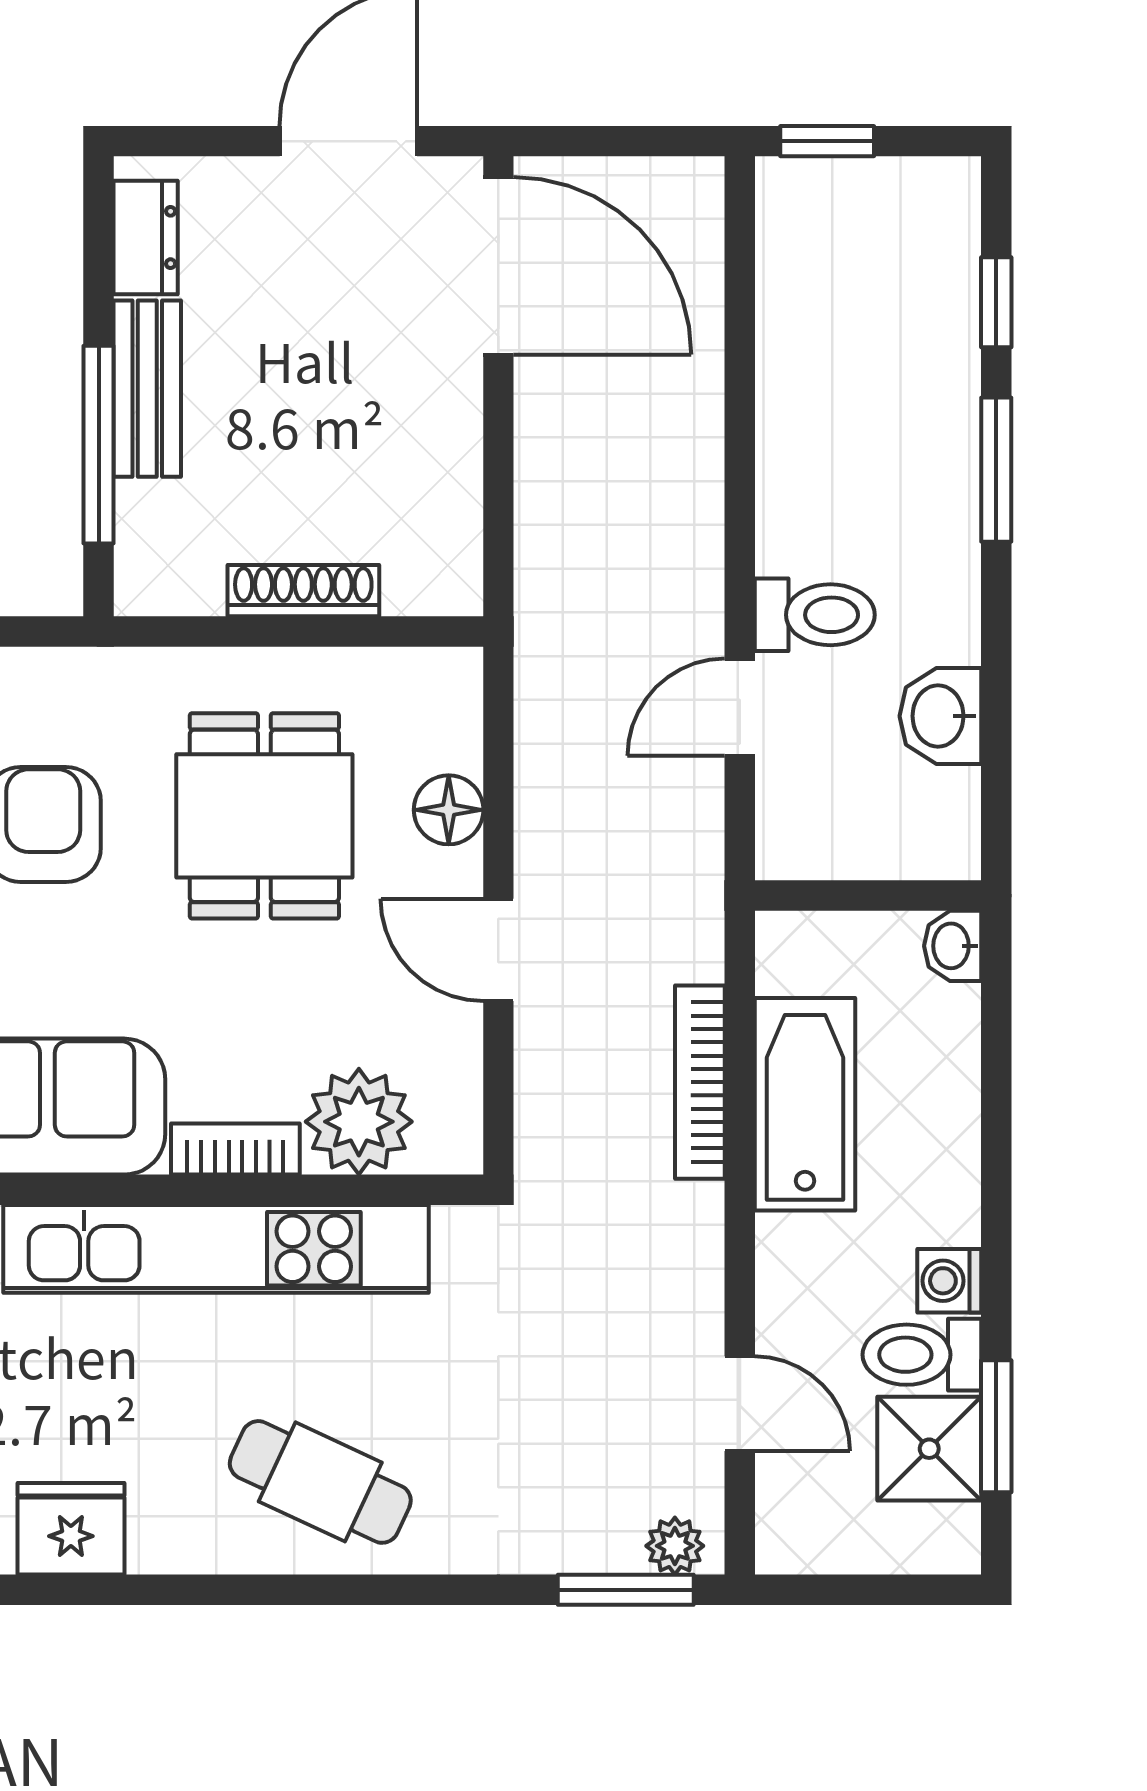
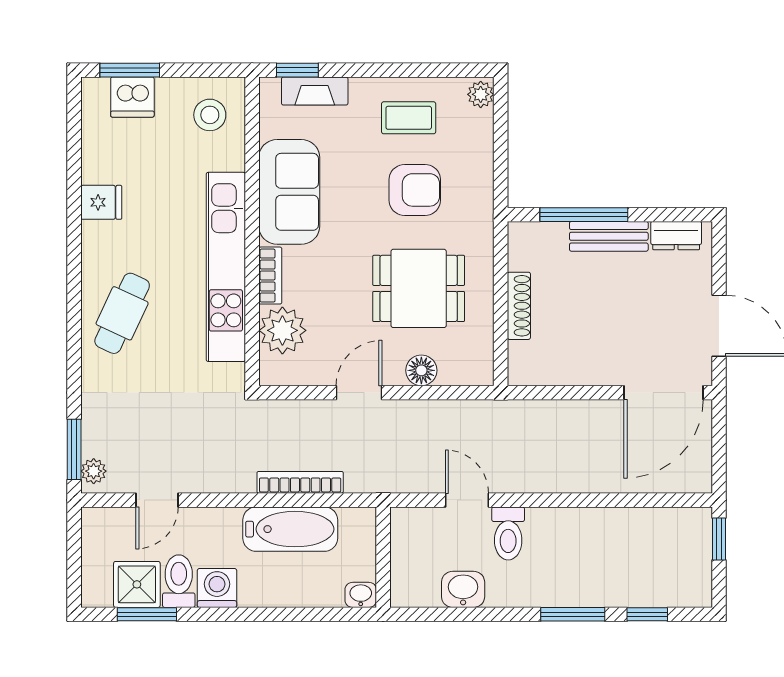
washing machine: (949, 1281) -> (217, 588), width x1.38, depth x1.38
fridge: (71, 1529) -> (101, 202), width x0.72

